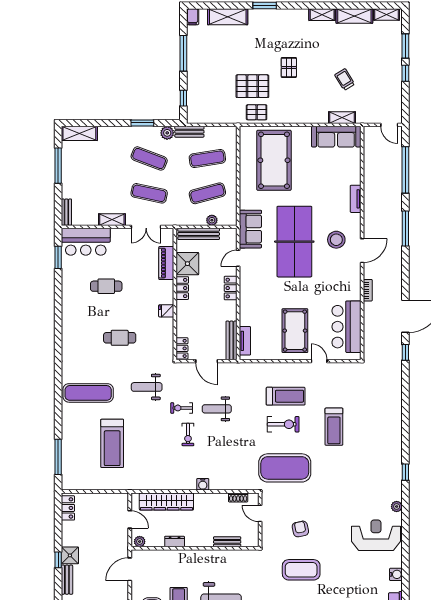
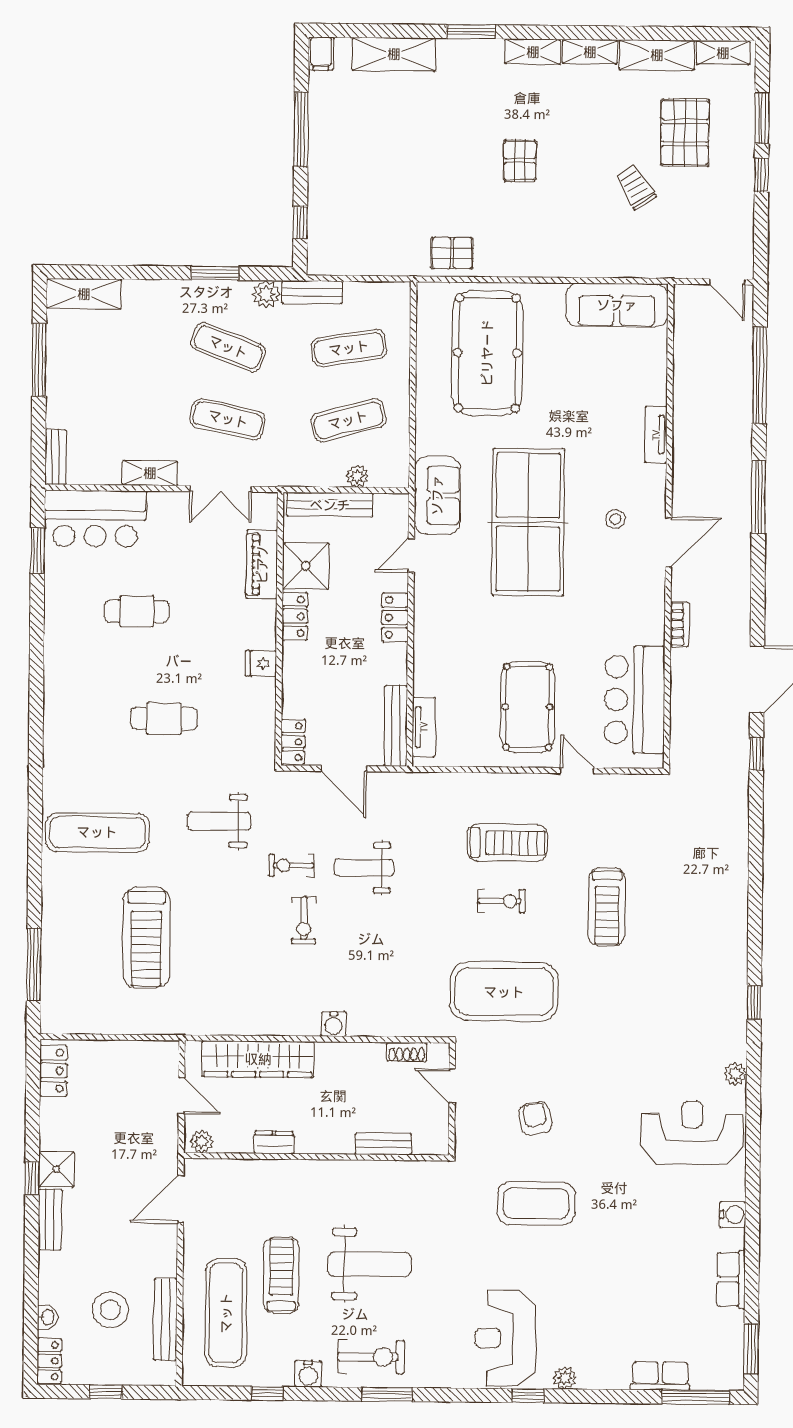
pallet: (252, 86) -> (685, 133), moved, turned 90
shelving: (342, 118) -> (533, 52), moved
stool: (336, 240) -> (615, 519), width x0.53, depth x0.53
exercise bike: (283, 424) -> (502, 901), width x0.73, depth x0.72

